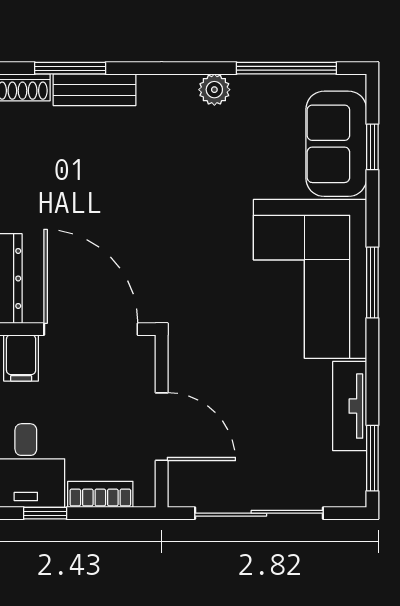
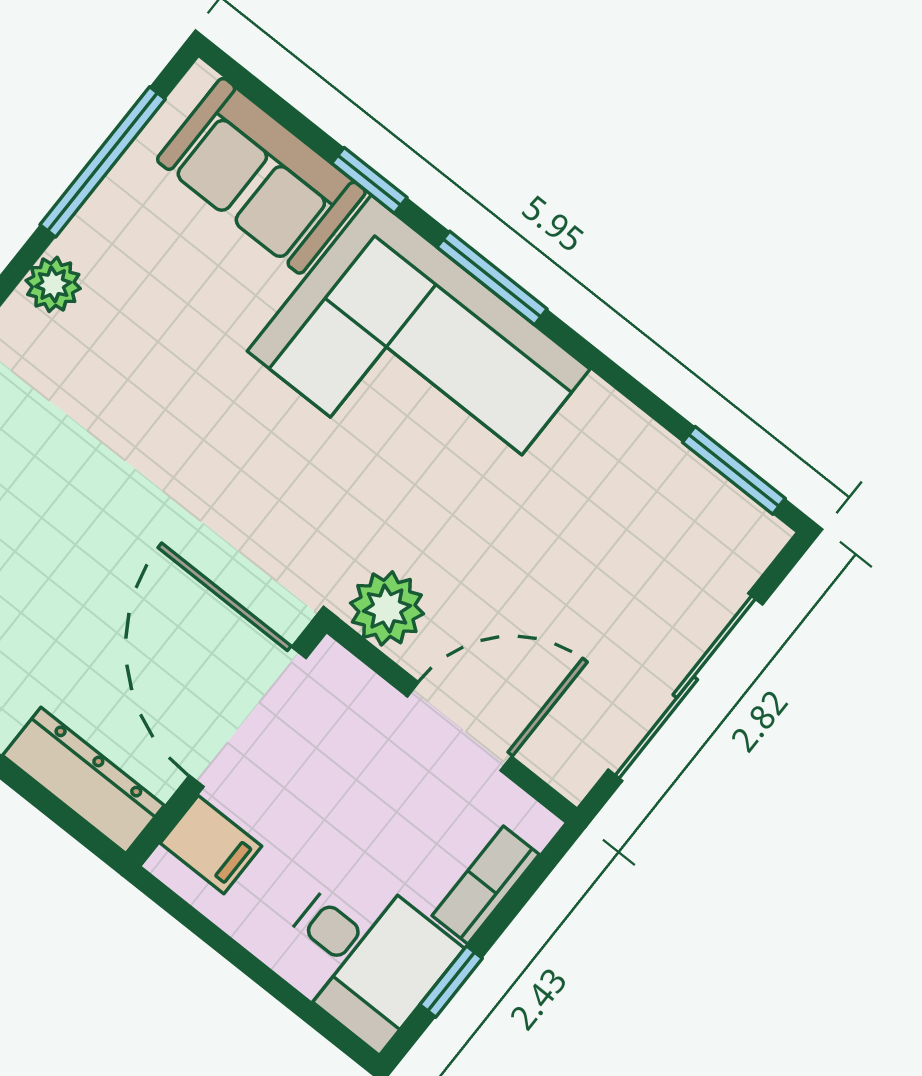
window: (372, 147) -> (369, 180), moved
door: (91, 329) -> (248, 717), hinge flipped
plant: (188, 353) -> (387, 608), added
tv unit: (350, 406) -> (637, 445), removed

